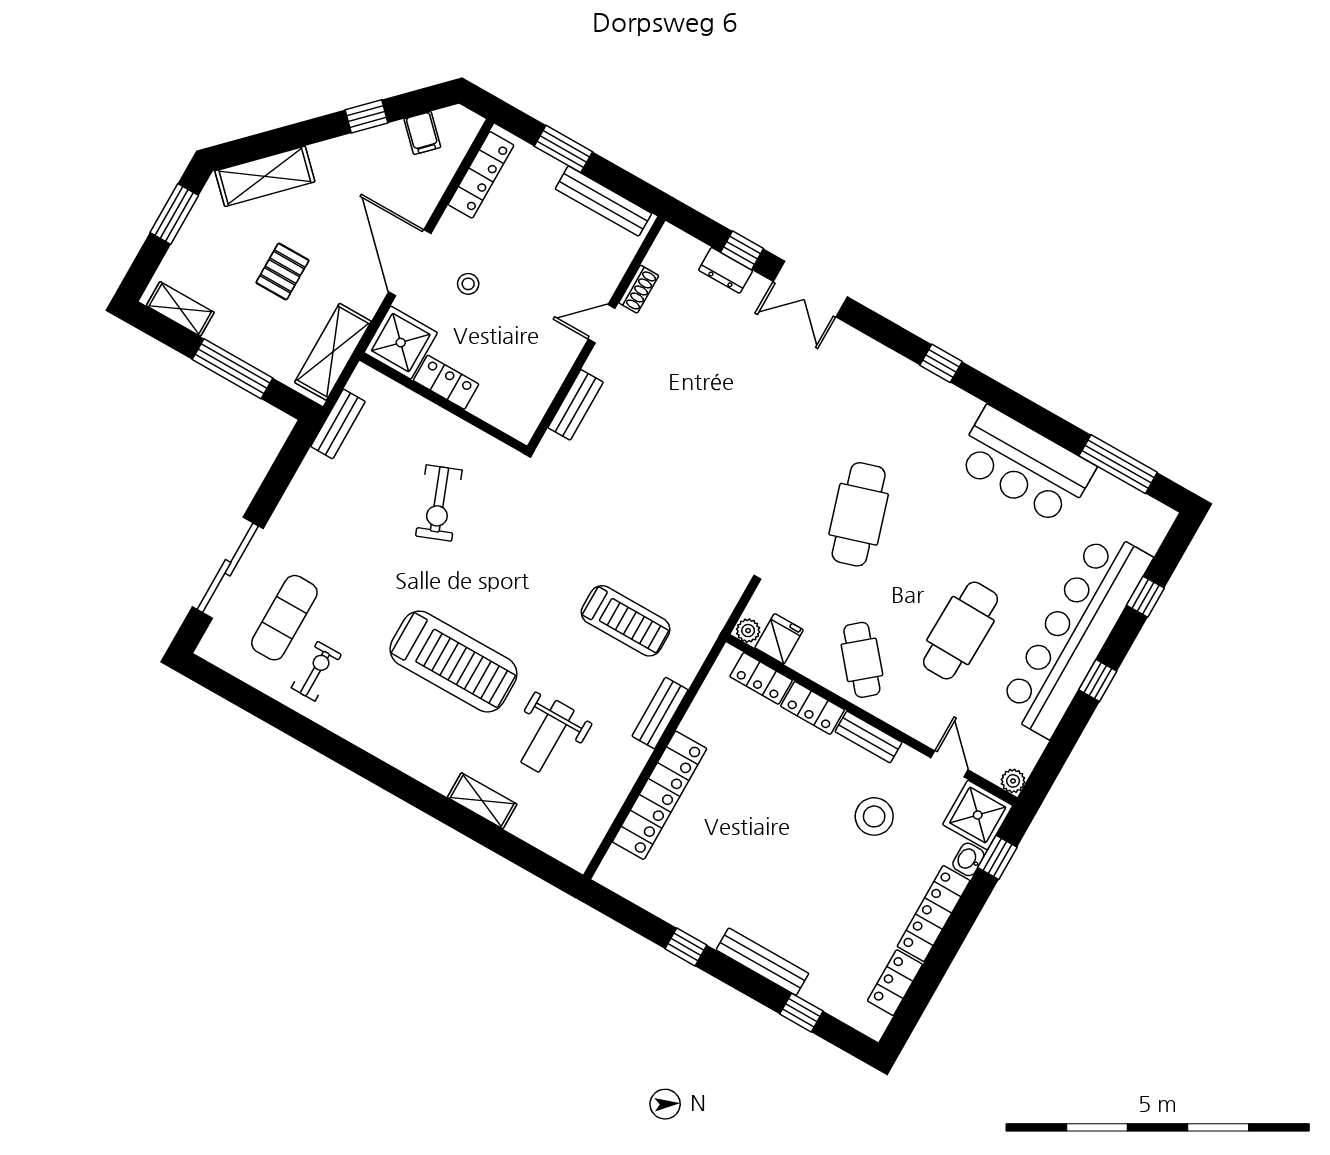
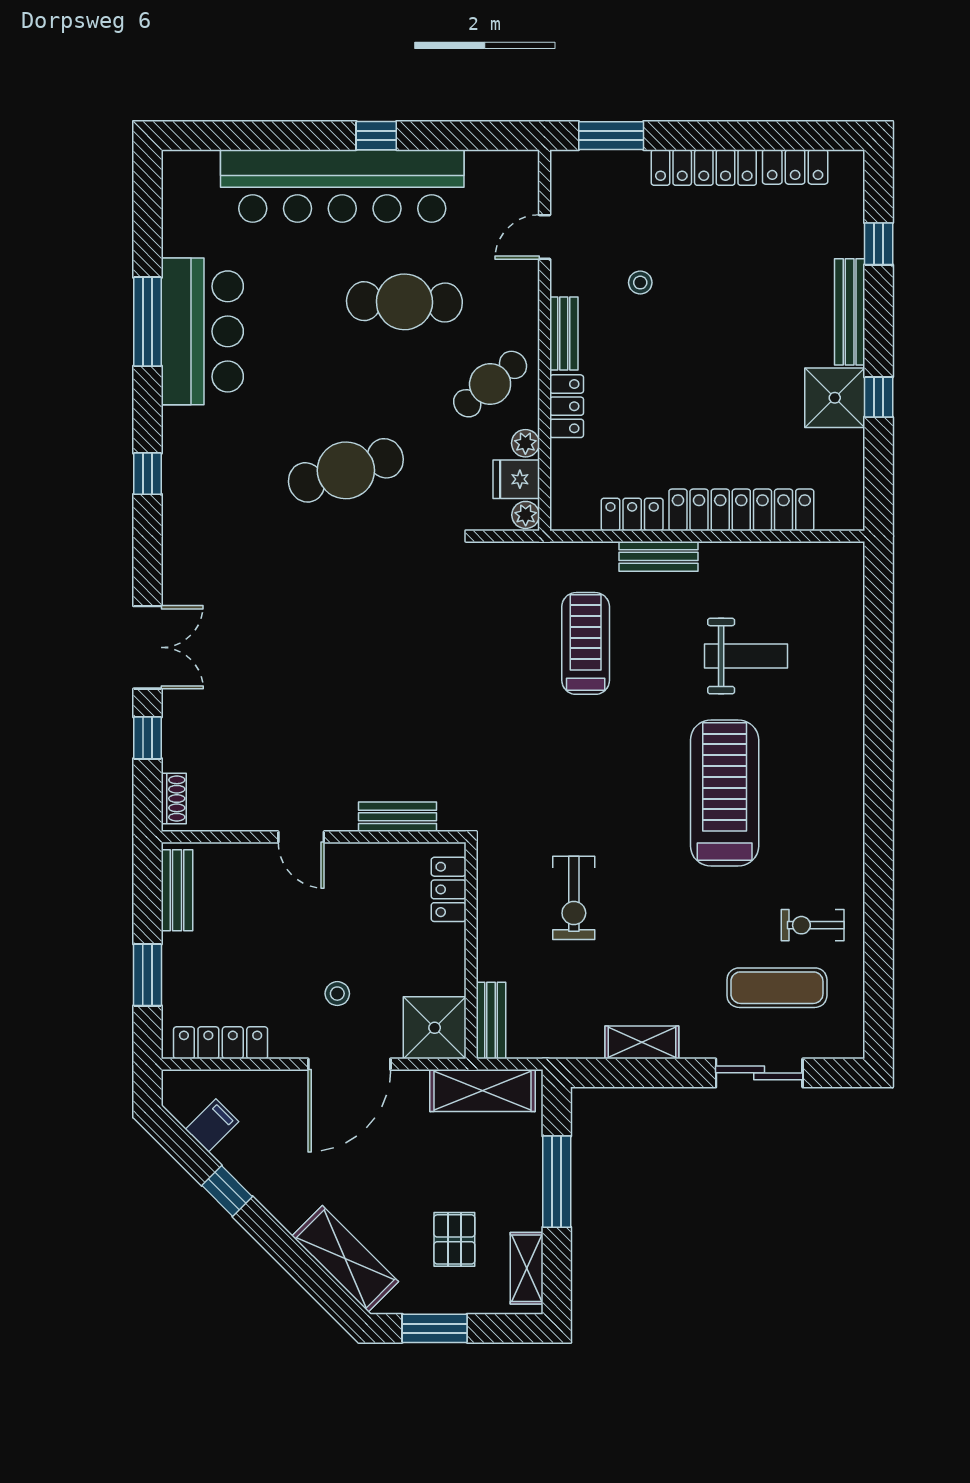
bench: (603, 201) -> (177, 890), width x0.73
dresser: (726, 270) -> (177, 743), removed
pallet: (282, 271) -> (454, 1239), moved, turned 90
shoe rack: (639, 289) -> (174, 799), moved, turned 90
locker: (446, 382) -> (449, 889), moved
bench: (338, 424) -> (491, 1021), moved, turned 90
window: (1118, 464) -> (148, 322), moved
exercise bike: (439, 503) -> (574, 898), turned 111
sliding door: (228, 568) -> (759, 1073), width x0.73
window: (1145, 597) -> (265, 136), removed
locker: (761, 678) -> (632, 514), moved, turned -90
plant: (1013, 781) -> (525, 443), moved
shelving: (482, 801) -> (642, 1042), moved, turned 90
shower: (978, 815) -> (835, 398), moved
stool: (874, 816) -> (640, 283), width x0.53, depth x0.53
window: (997, 857) -> (611, 136), width x1.50
washbasin: (968, 859) -> (630, 163), removed

